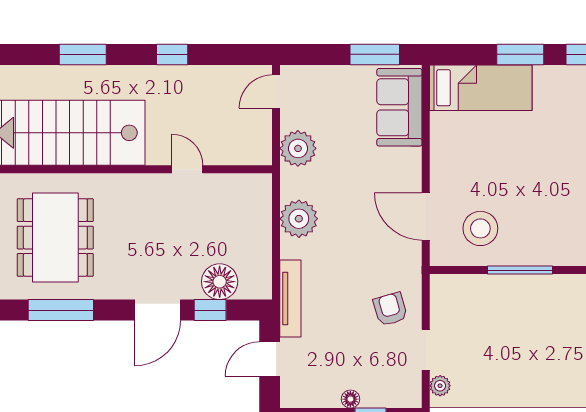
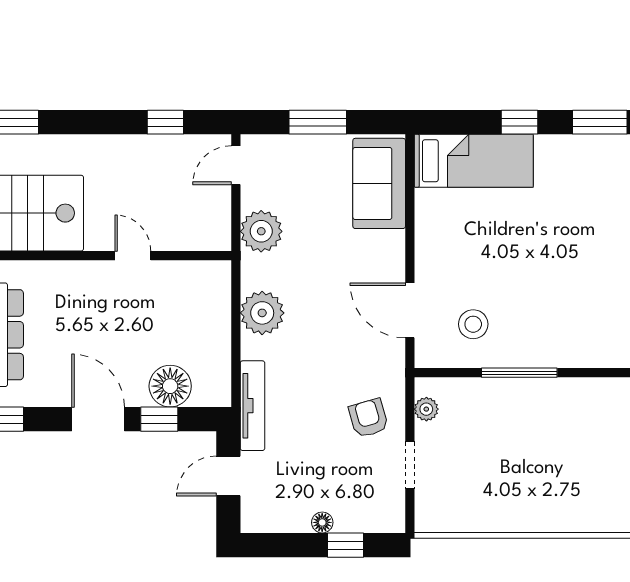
window: (172, 54) -> (165, 122), moved
window: (375, 54) -> (318, 122), moved
window: (520, 54) -> (519, 122), width x0.67
stool: (480, 228) -> (473, 324), width x0.73, depth x0.73
door: (158, 310) -> (98, 419), swing flipped
plant: (440, 386) -> (426, 409), moved

